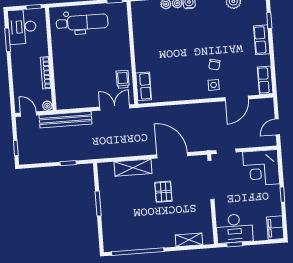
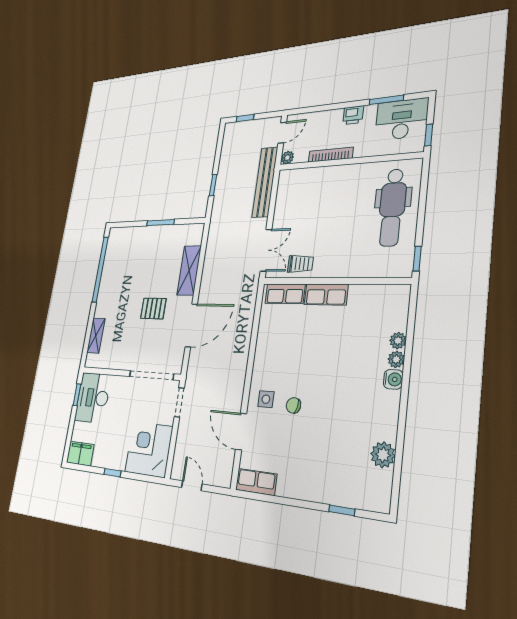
row of seats: (262, 40) -> (326, 294), moved, turned 180
printer: (18, 62) -> (353, 115), added

